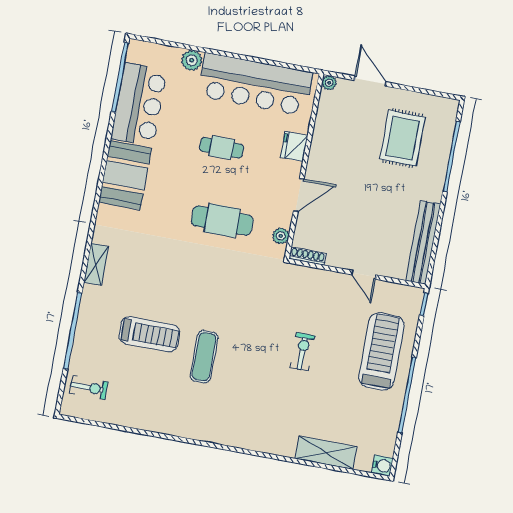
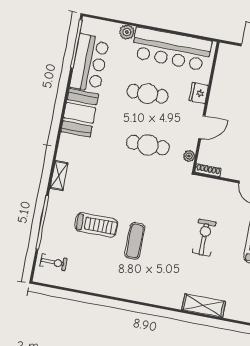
plant: (329, 83) -> (224, 48), removed
cafe table: (222, 148) -> (148, 94), width x1.37, depth x1.35
exercise bike: (302, 352) -> (204, 238), width x1.38, depth x1.39
shelving: (326, 453) -> (204, 306), moved

